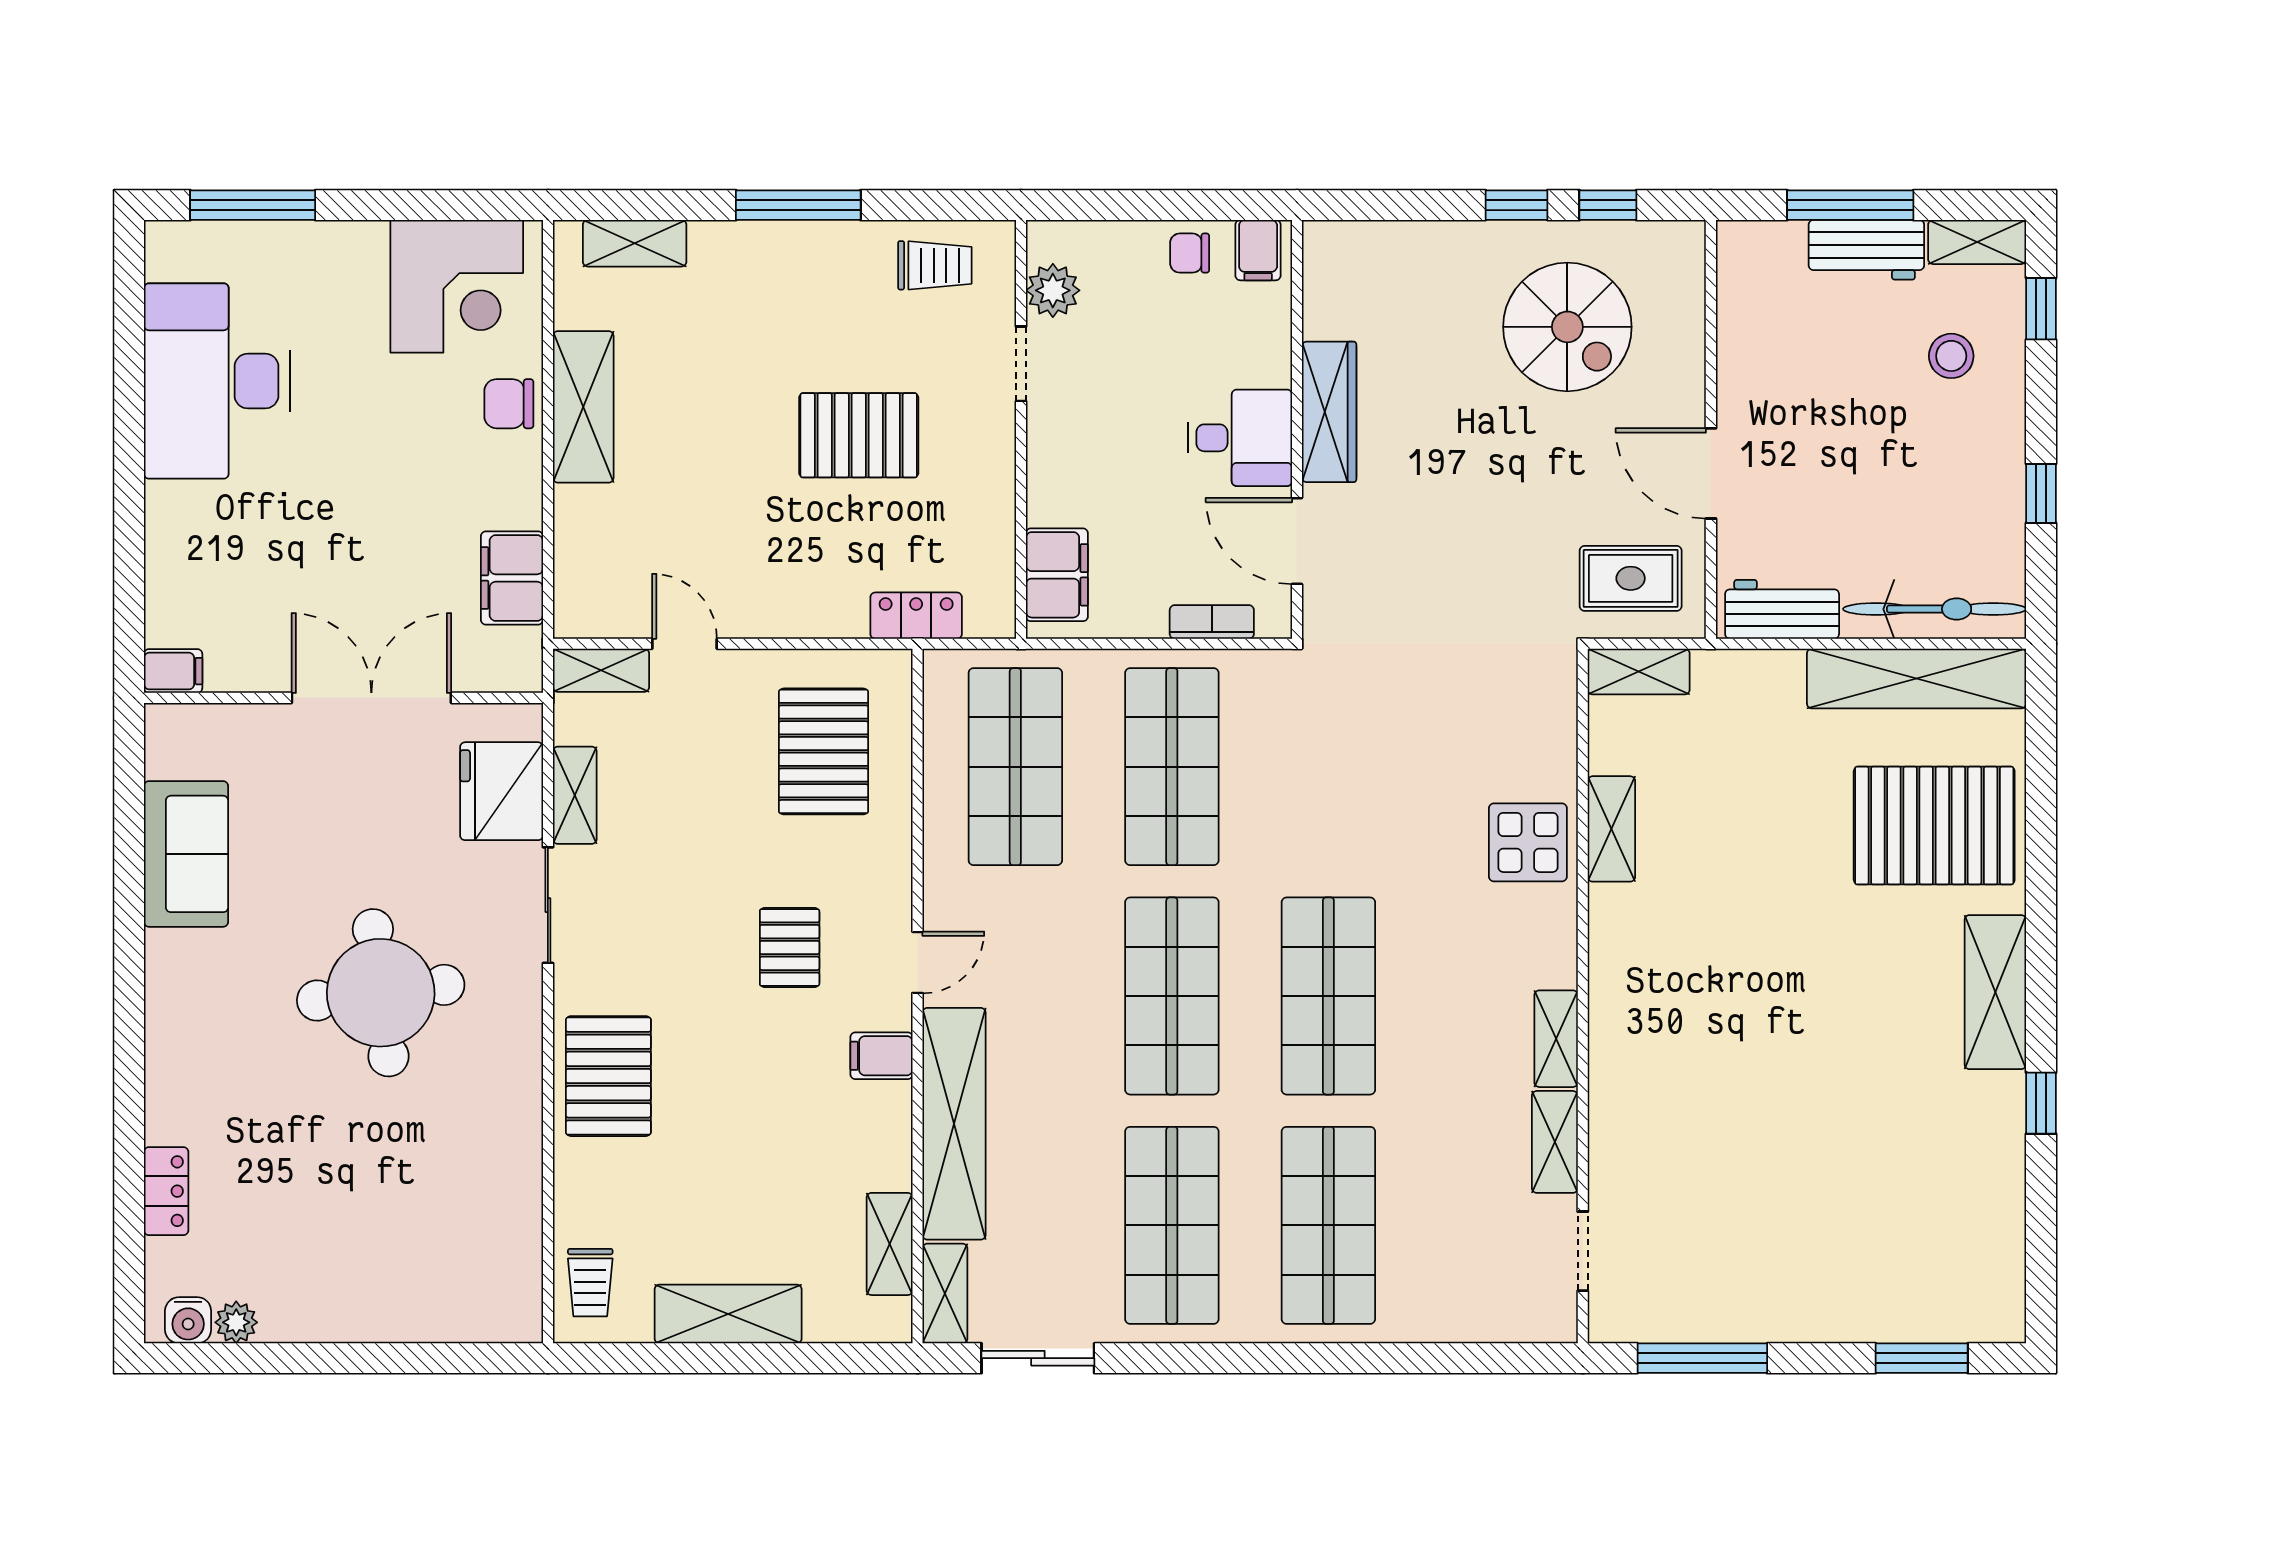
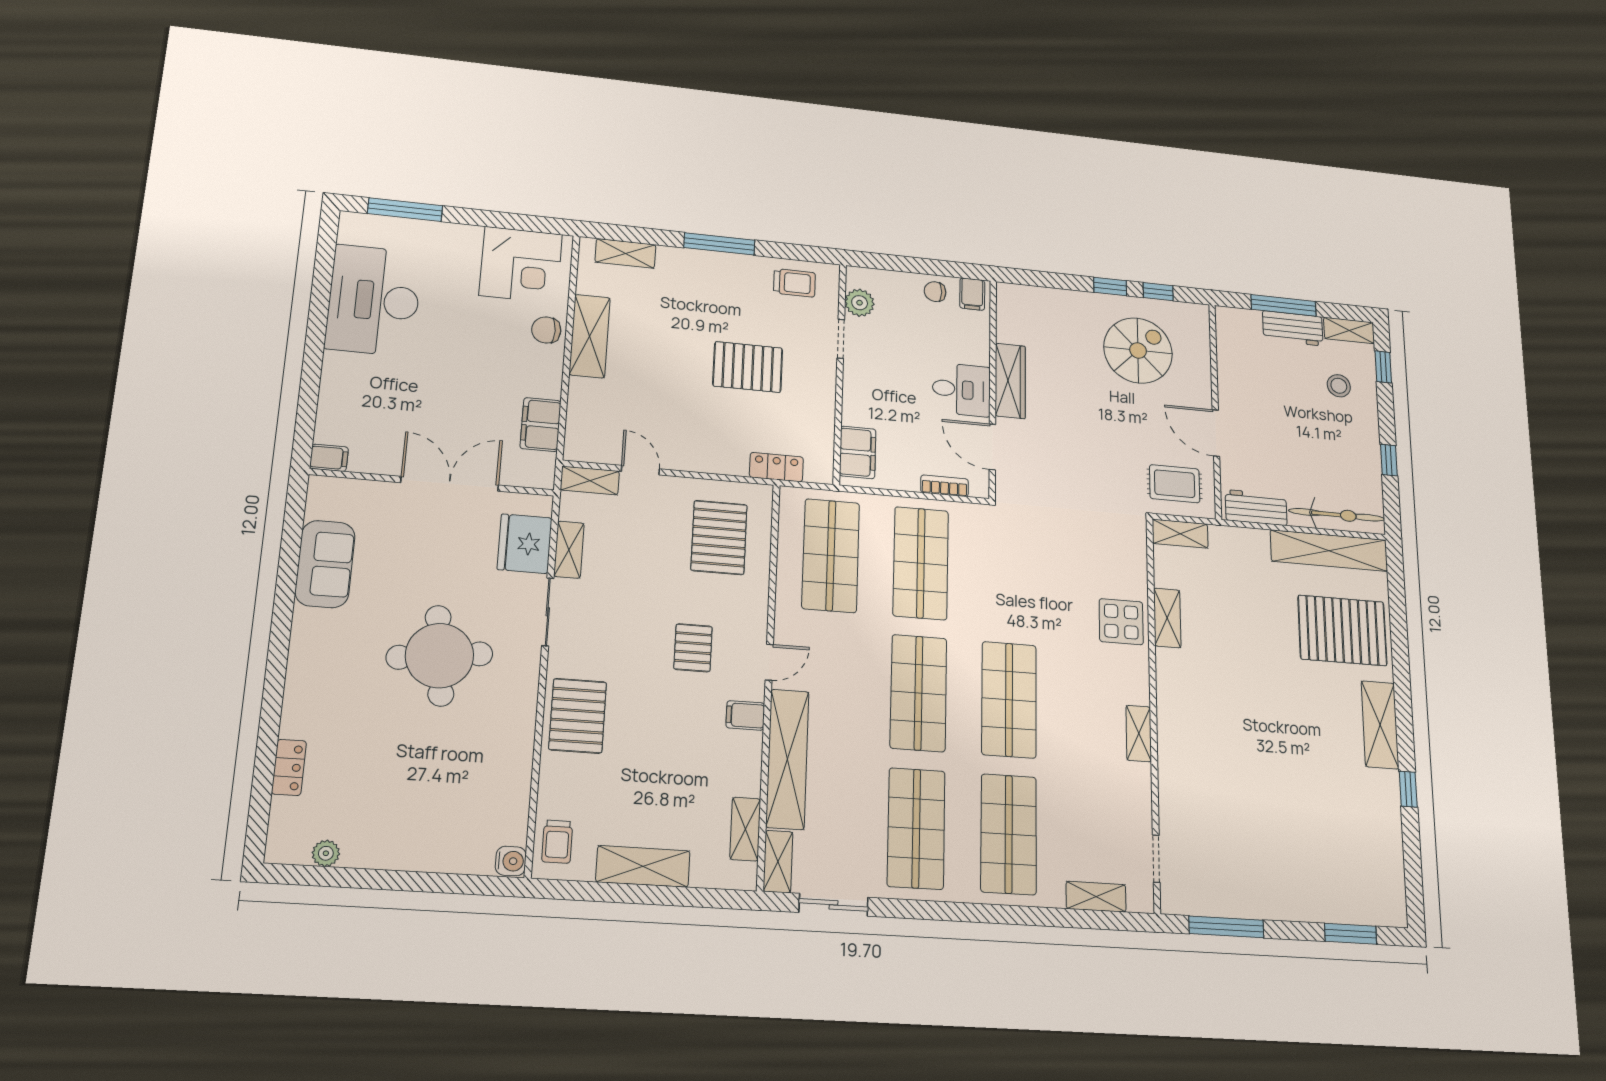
spiral stairs: (1567, 327) -> (1138, 350), turned -90
shelving: (1555, 1142) -> (1096, 897), moved, turned 90
water cooler: (188, 1320) -> (511, 861), moved, turned -90

